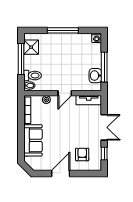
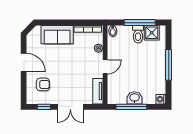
toilet: (33, 76) -> (138, 34), moved
washbasin: (95, 76) -> (134, 98), moved
door: (65, 93) -> (105, 67), swing flipped

